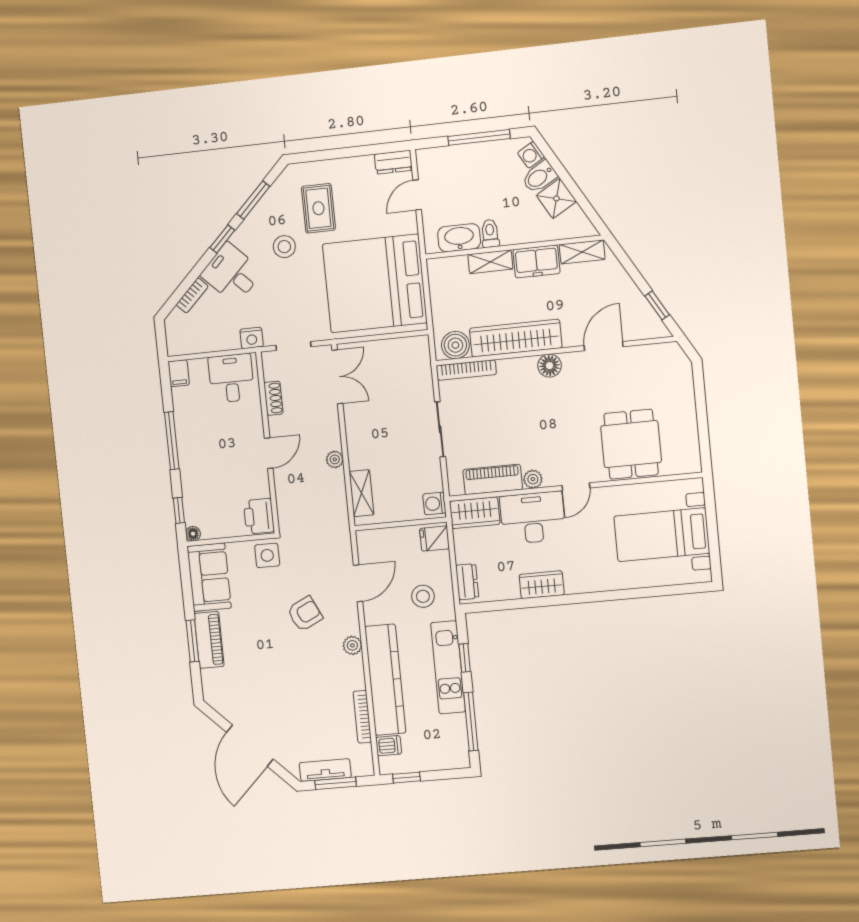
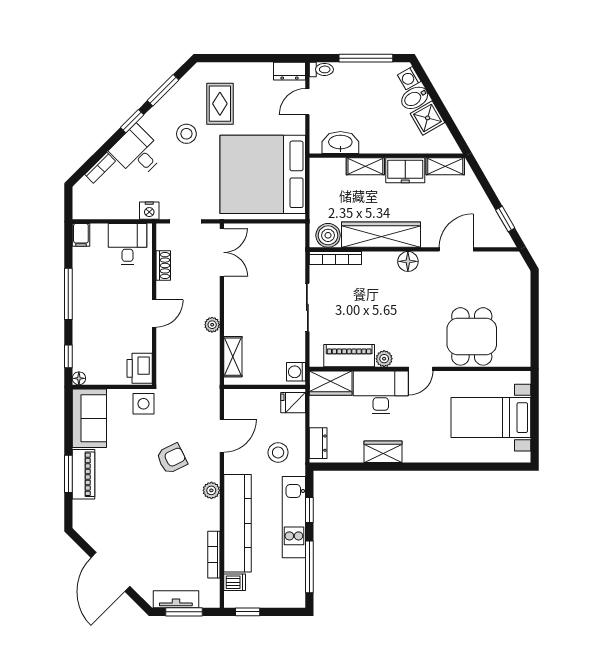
toilet: (490, 233) -> (321, 69), moved, turned 90

